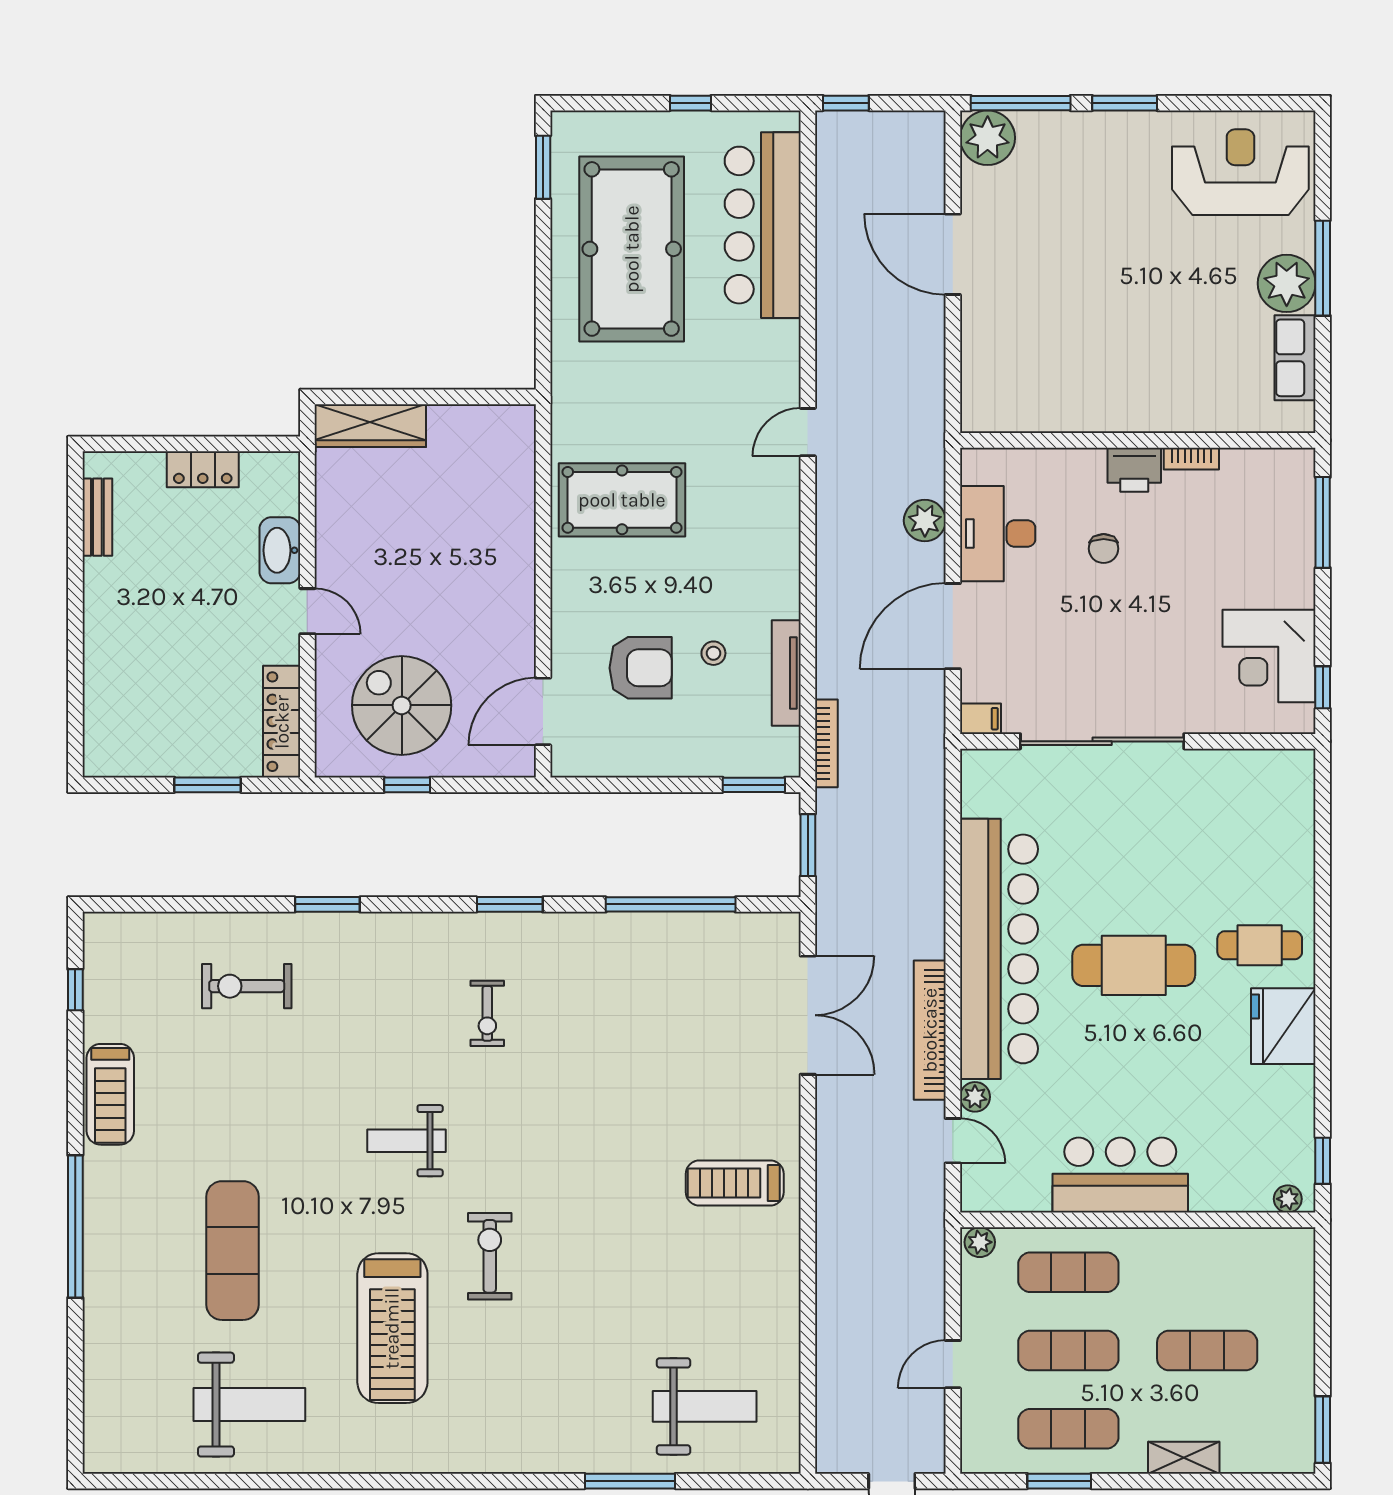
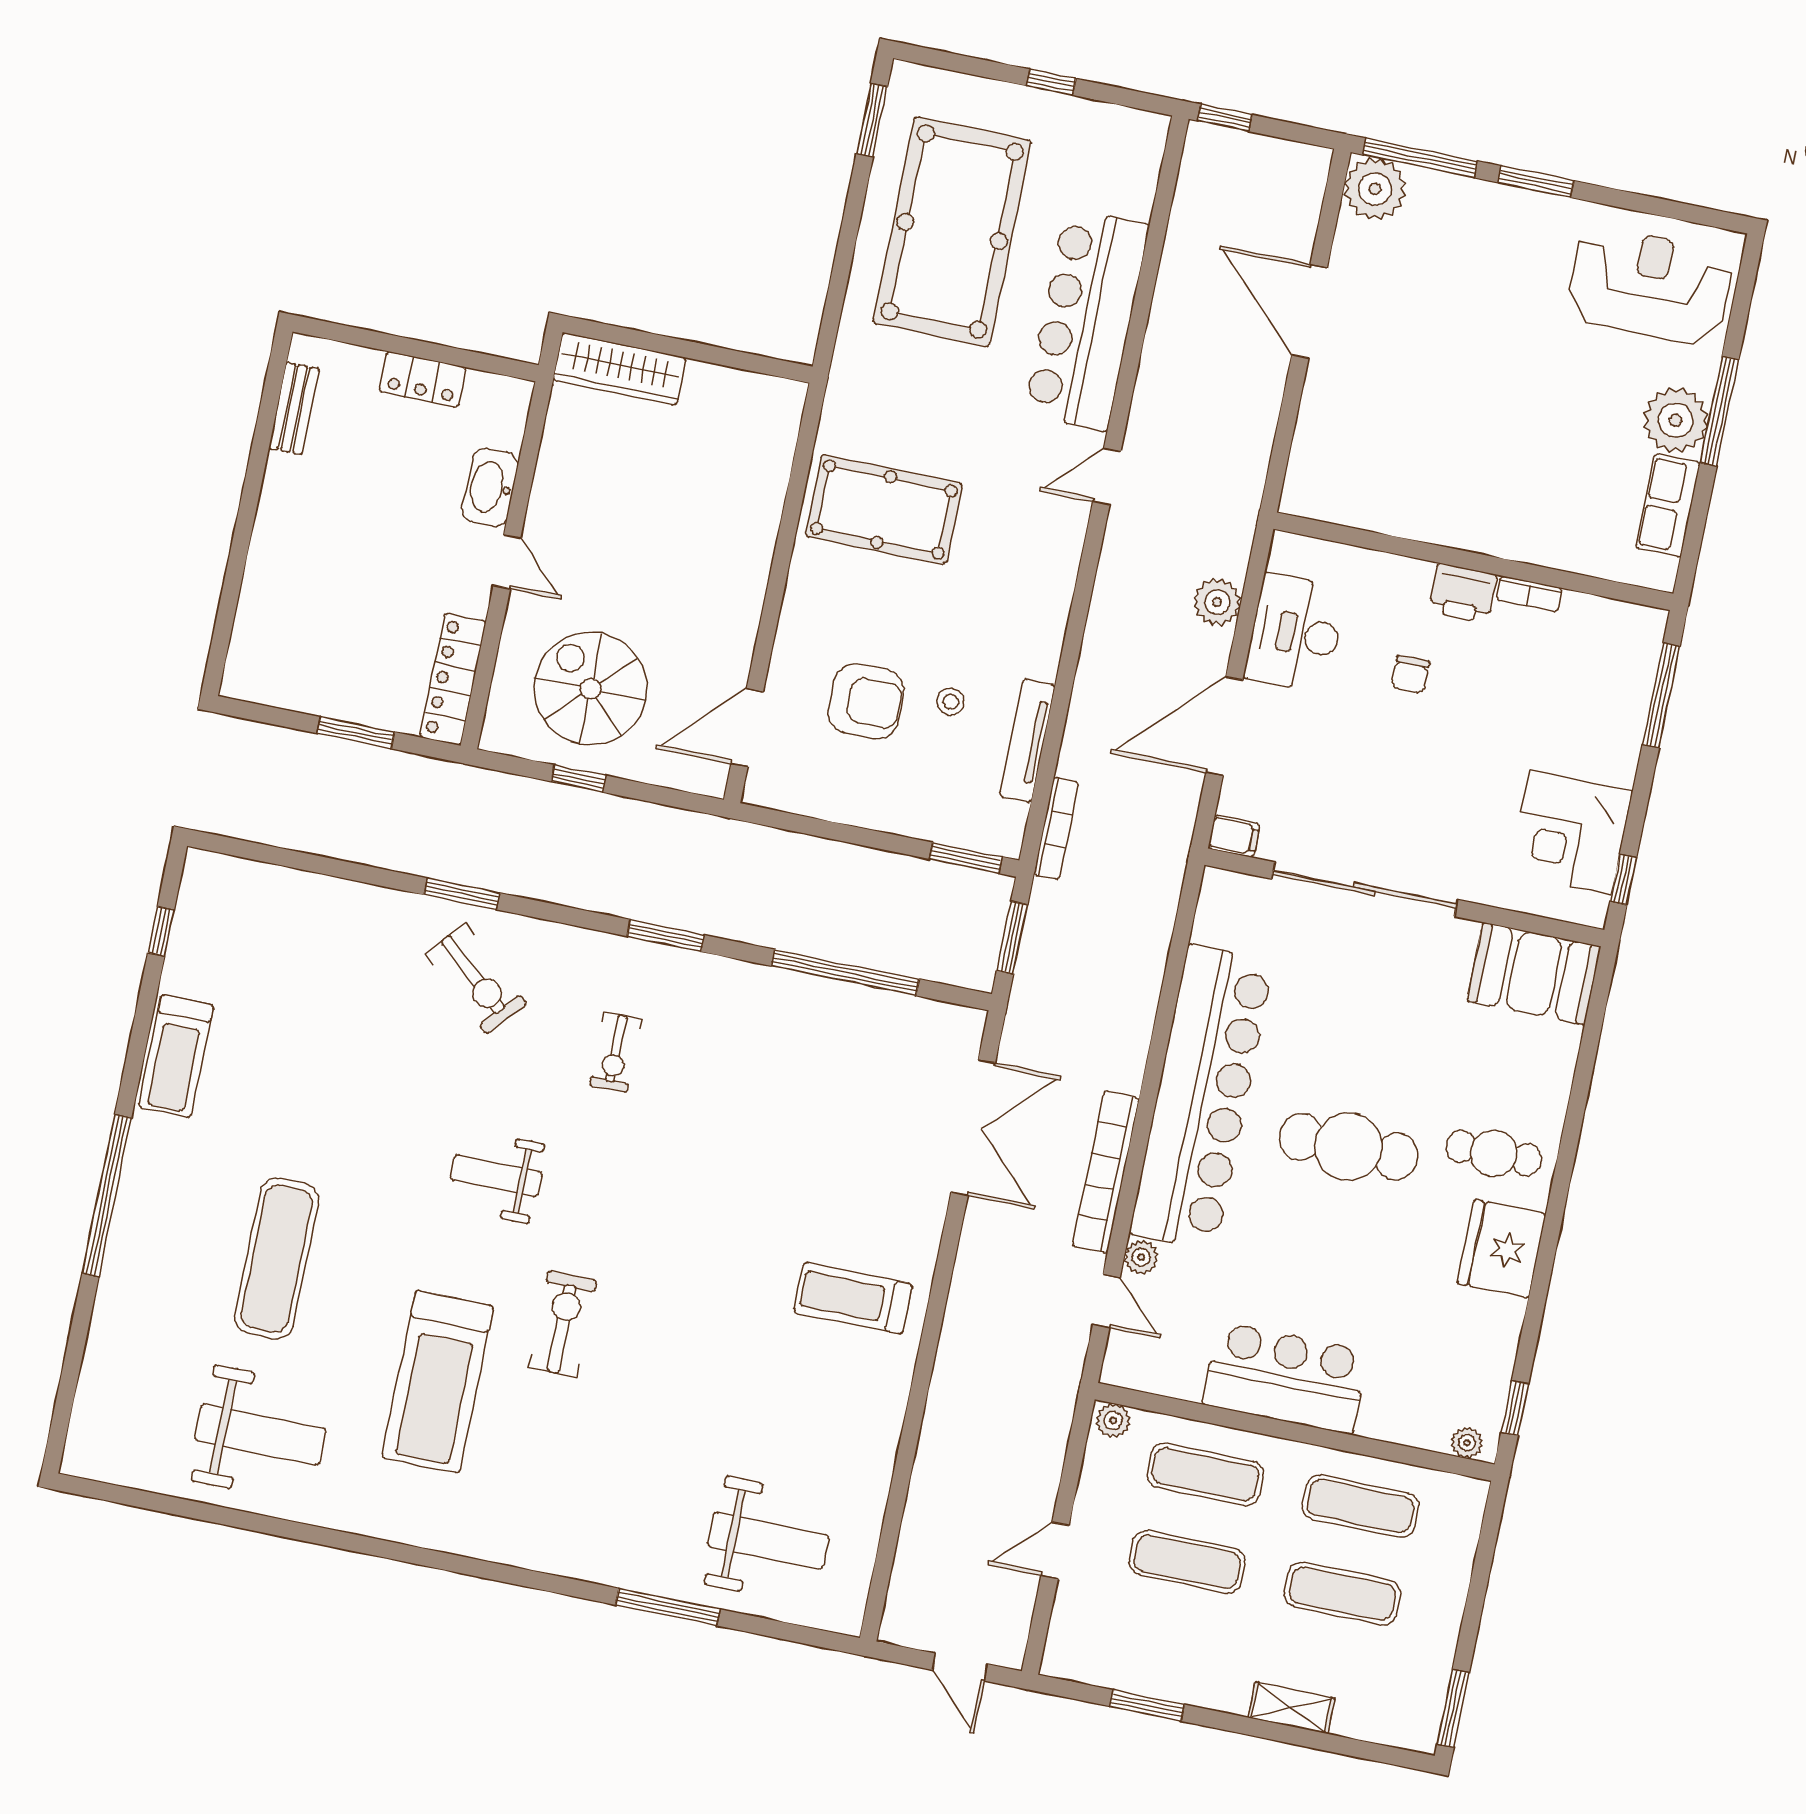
bar counter: (763, 225) -> (1086, 320), moved
booth: (1263, 784) -> (1534, 974), added
exercise bike: (247, 986) -> (476, 979), moved, turned -139
exercise mat: (1068, 1429) -> (1360, 1506), moved

